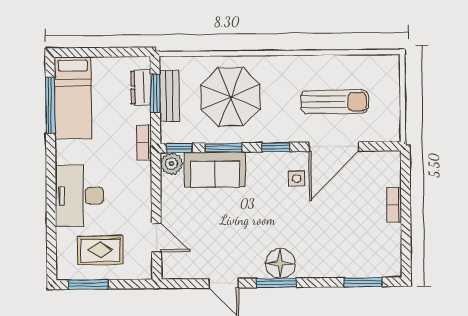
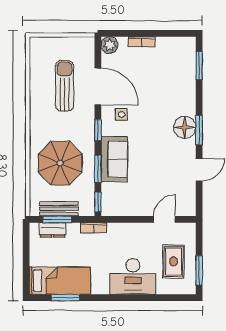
window: (50, 105) -> (65, 298), width x0.69
plant: (171, 164) -> (110, 45), moved
sofa: (215, 170) -> (114, 159), moved

